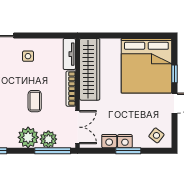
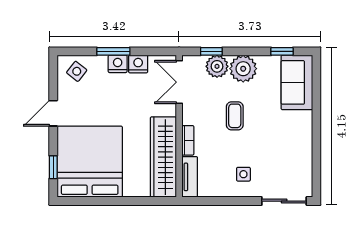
window: (175, 74) -> (53, 167), moved
bookcase: (71, 89) -> (188, 140), width x0.64
window: (53, 151) -> (211, 51), width x0.46

